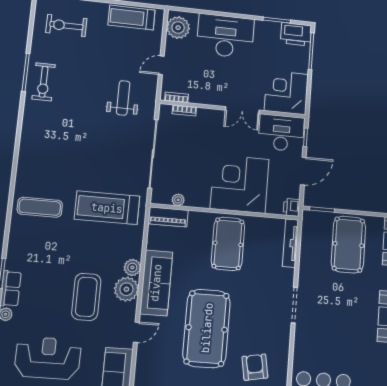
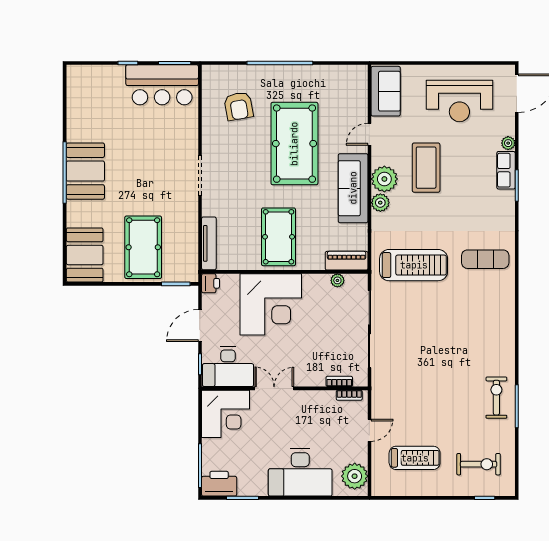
treadmill: (132, 17) -> (415, 458), moved
weight bench: (123, 98) -> (408, 389), removed

